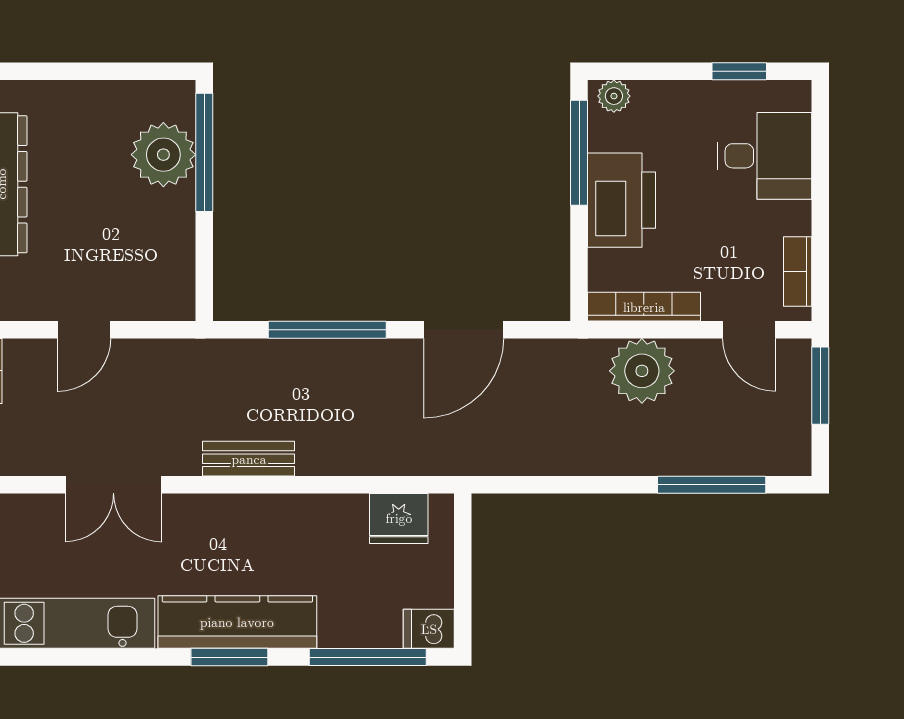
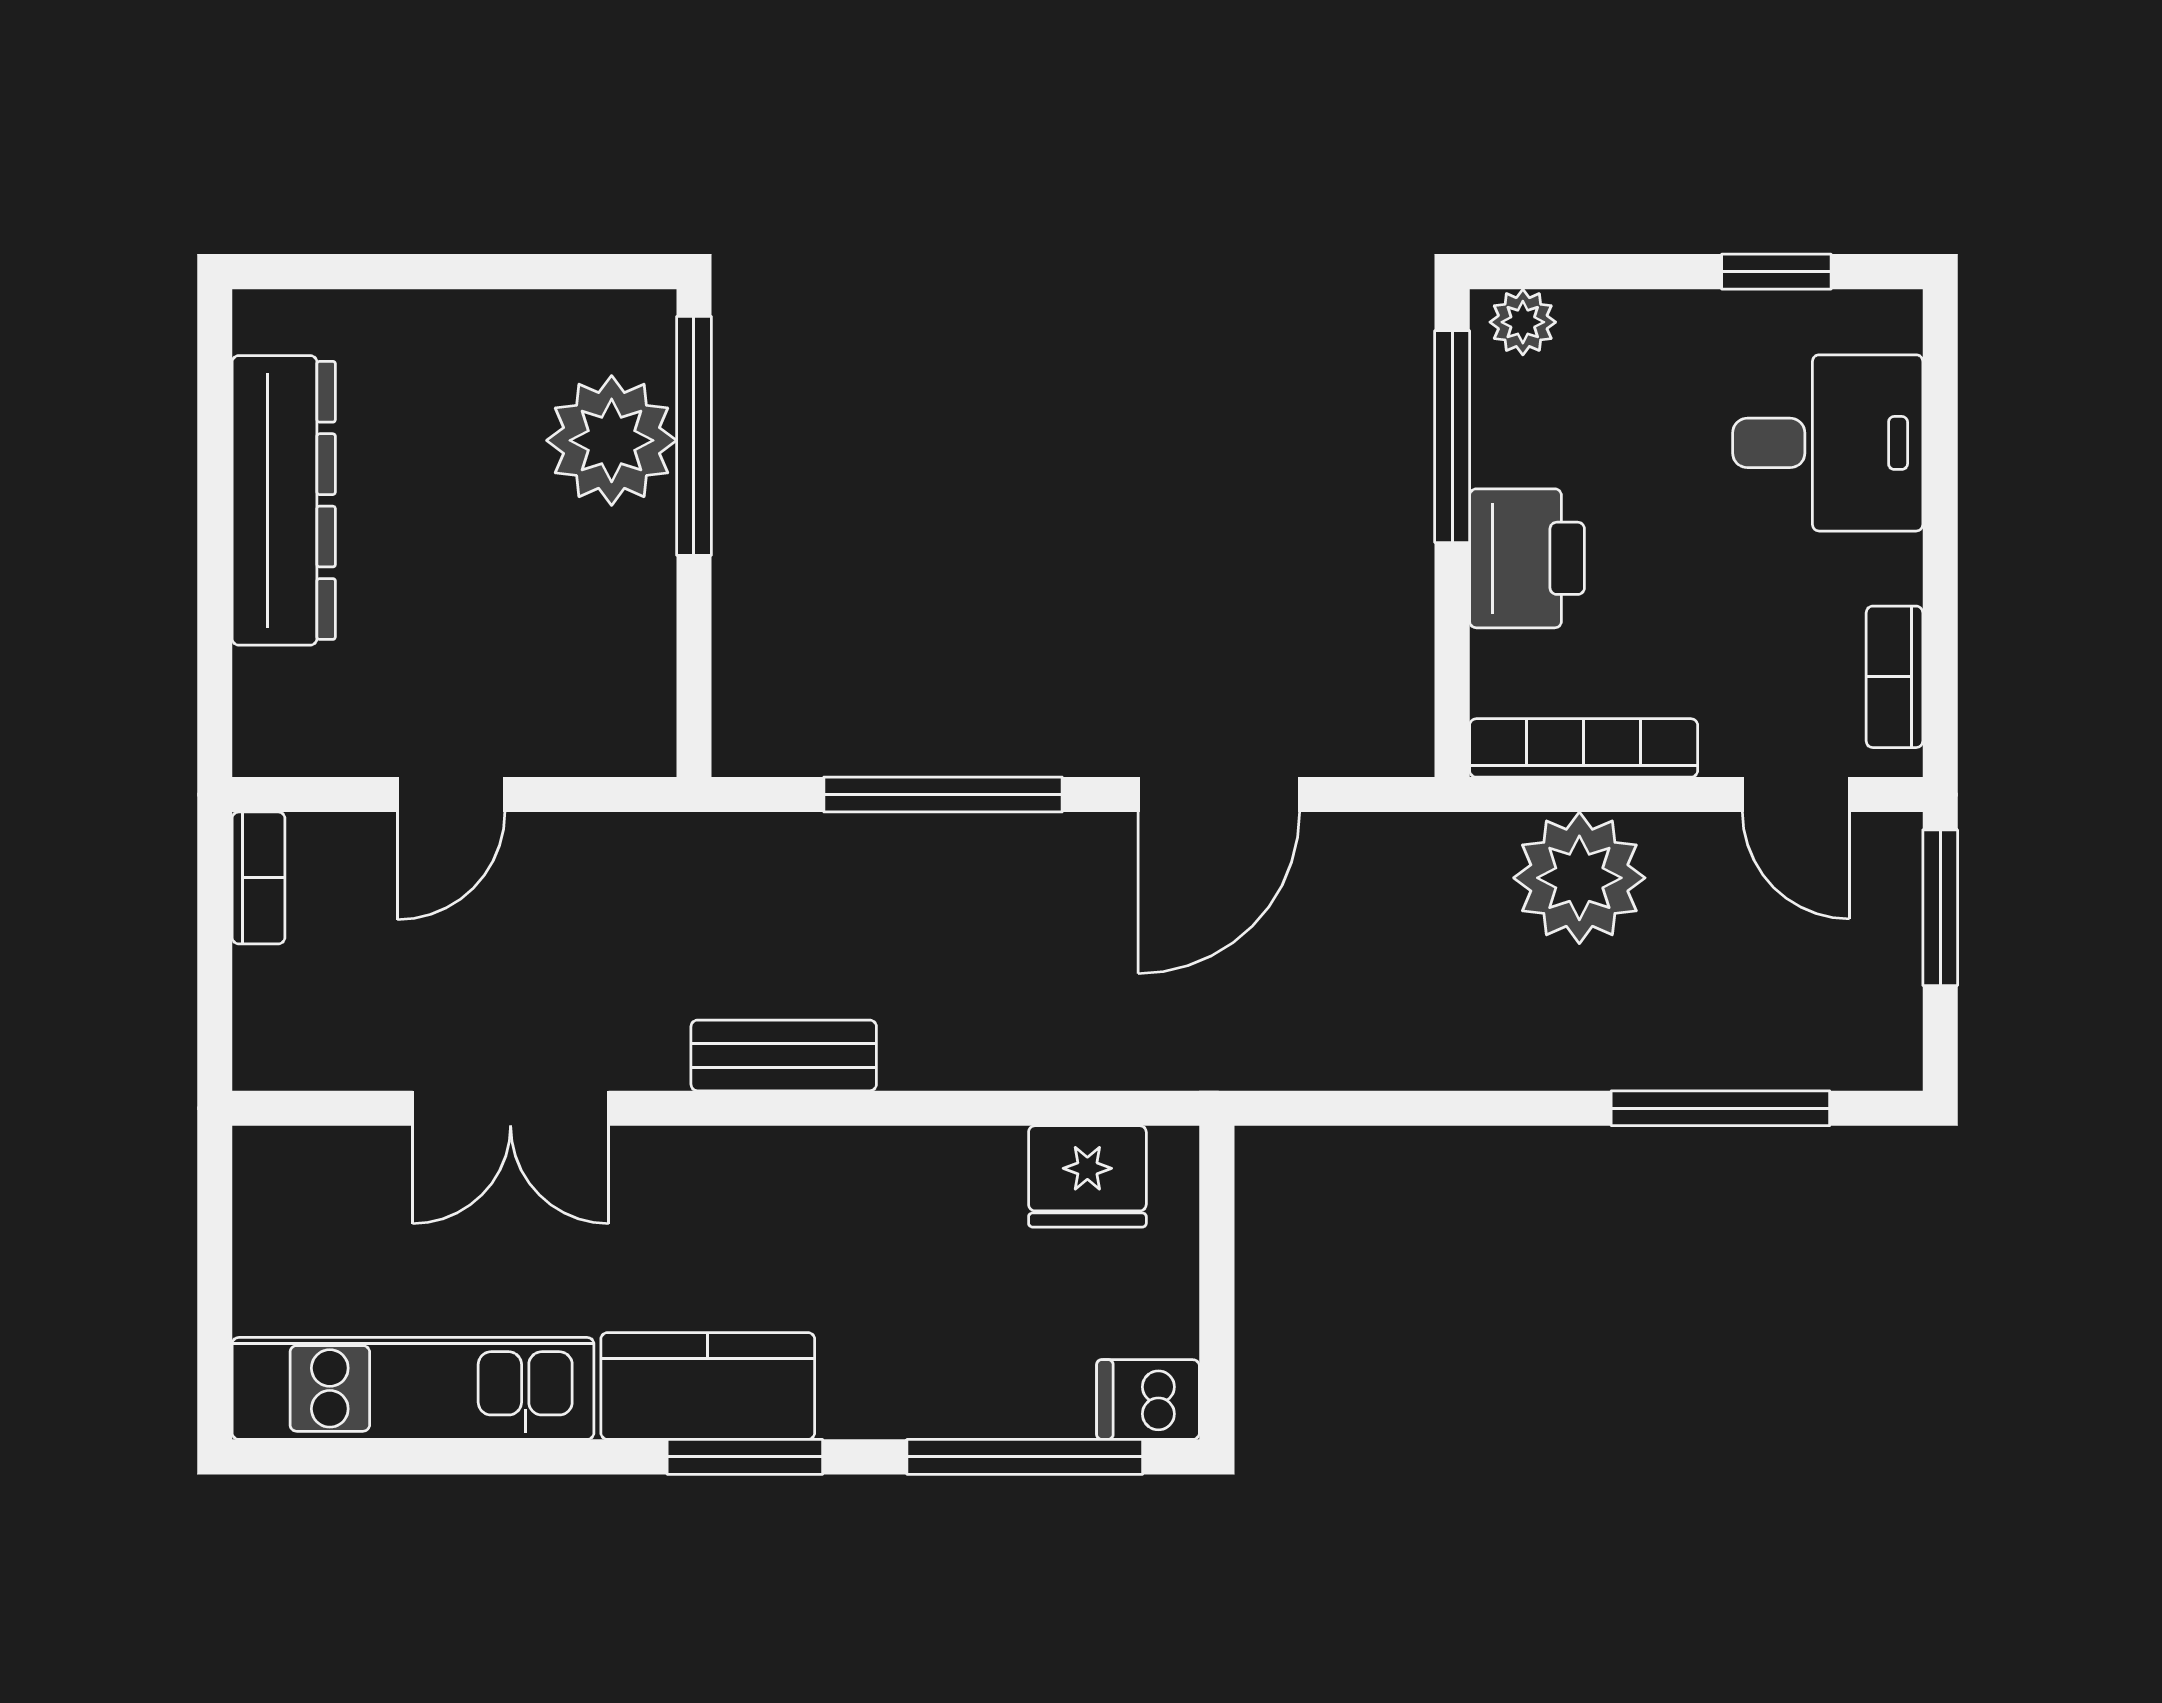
printer: (622, 200) -> (1527, 558), width x0.73, depth x0.84
kitchen counter: (237, 622) -> (708, 1386), width x0.67

